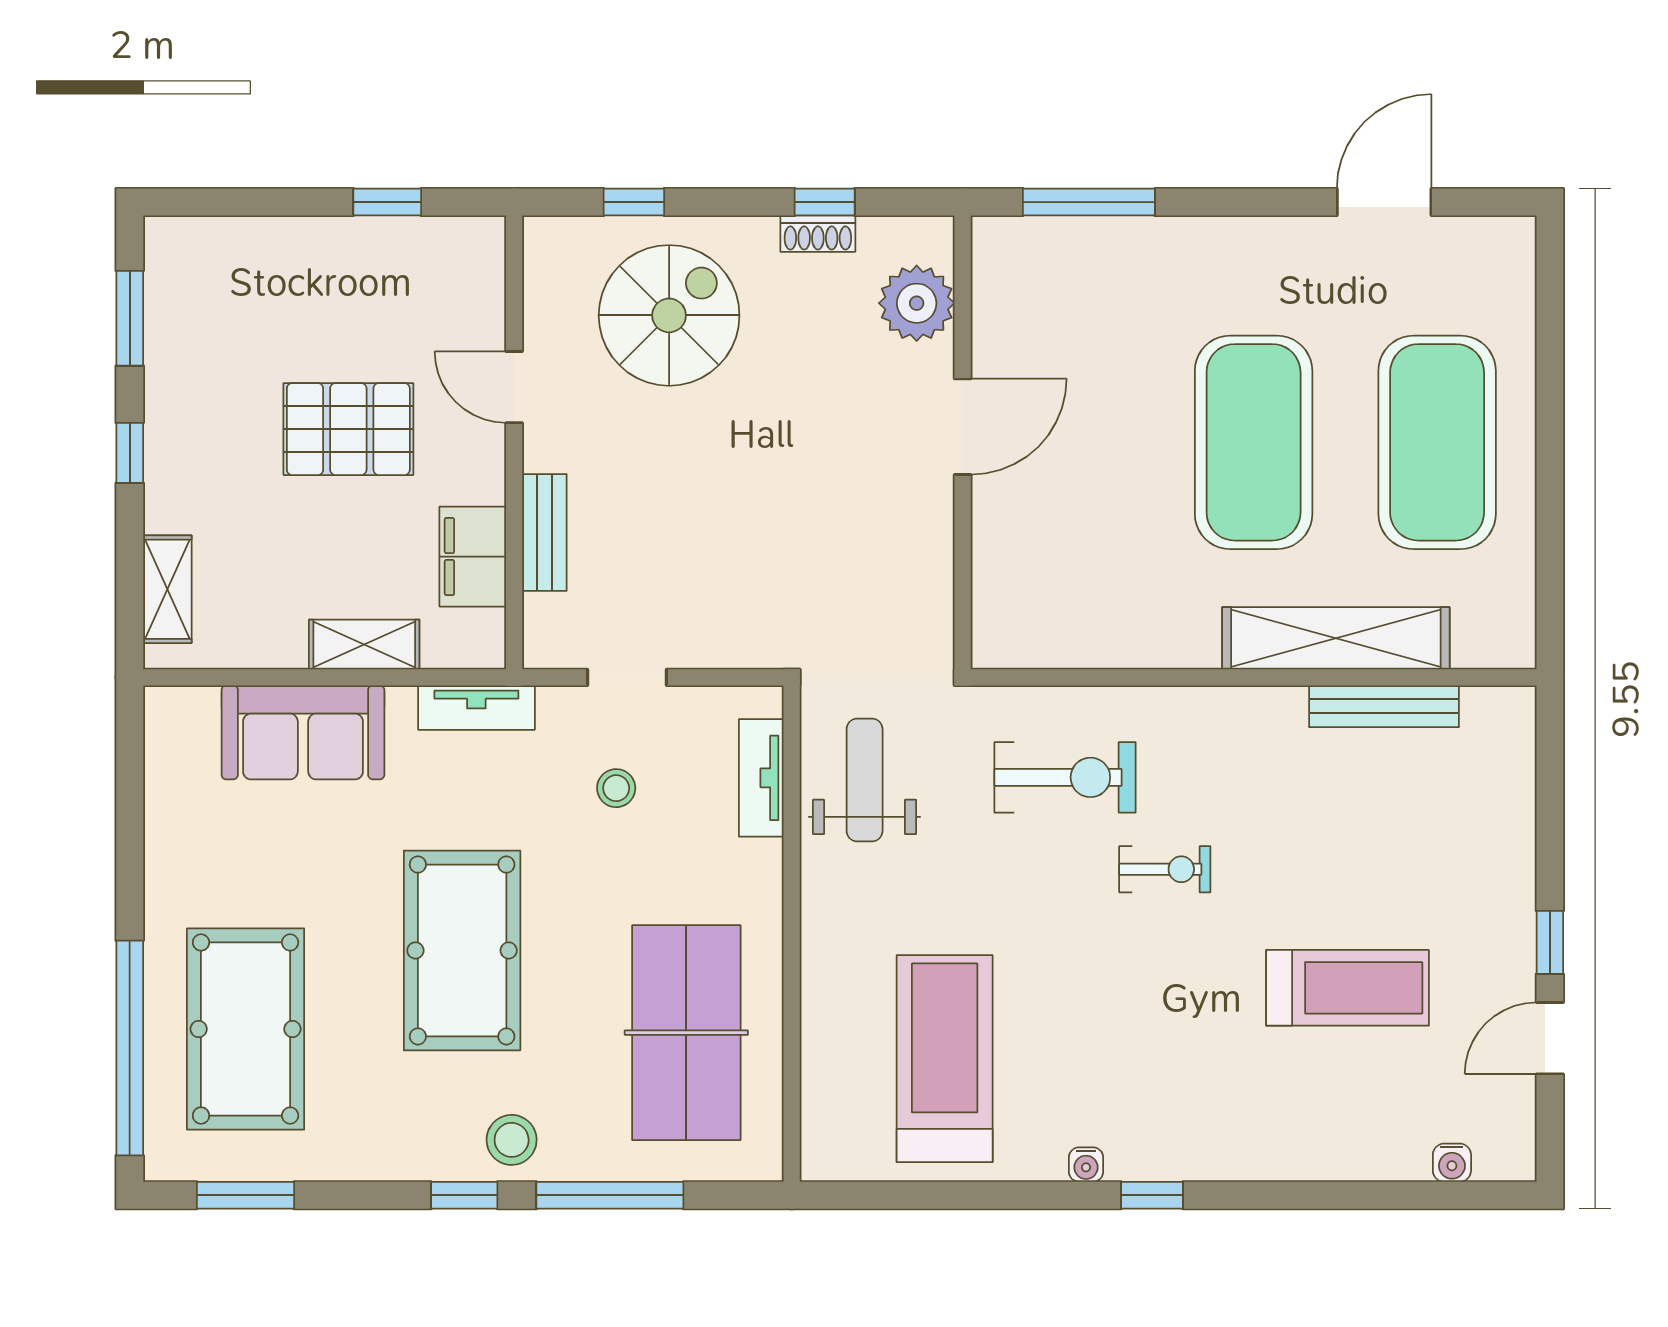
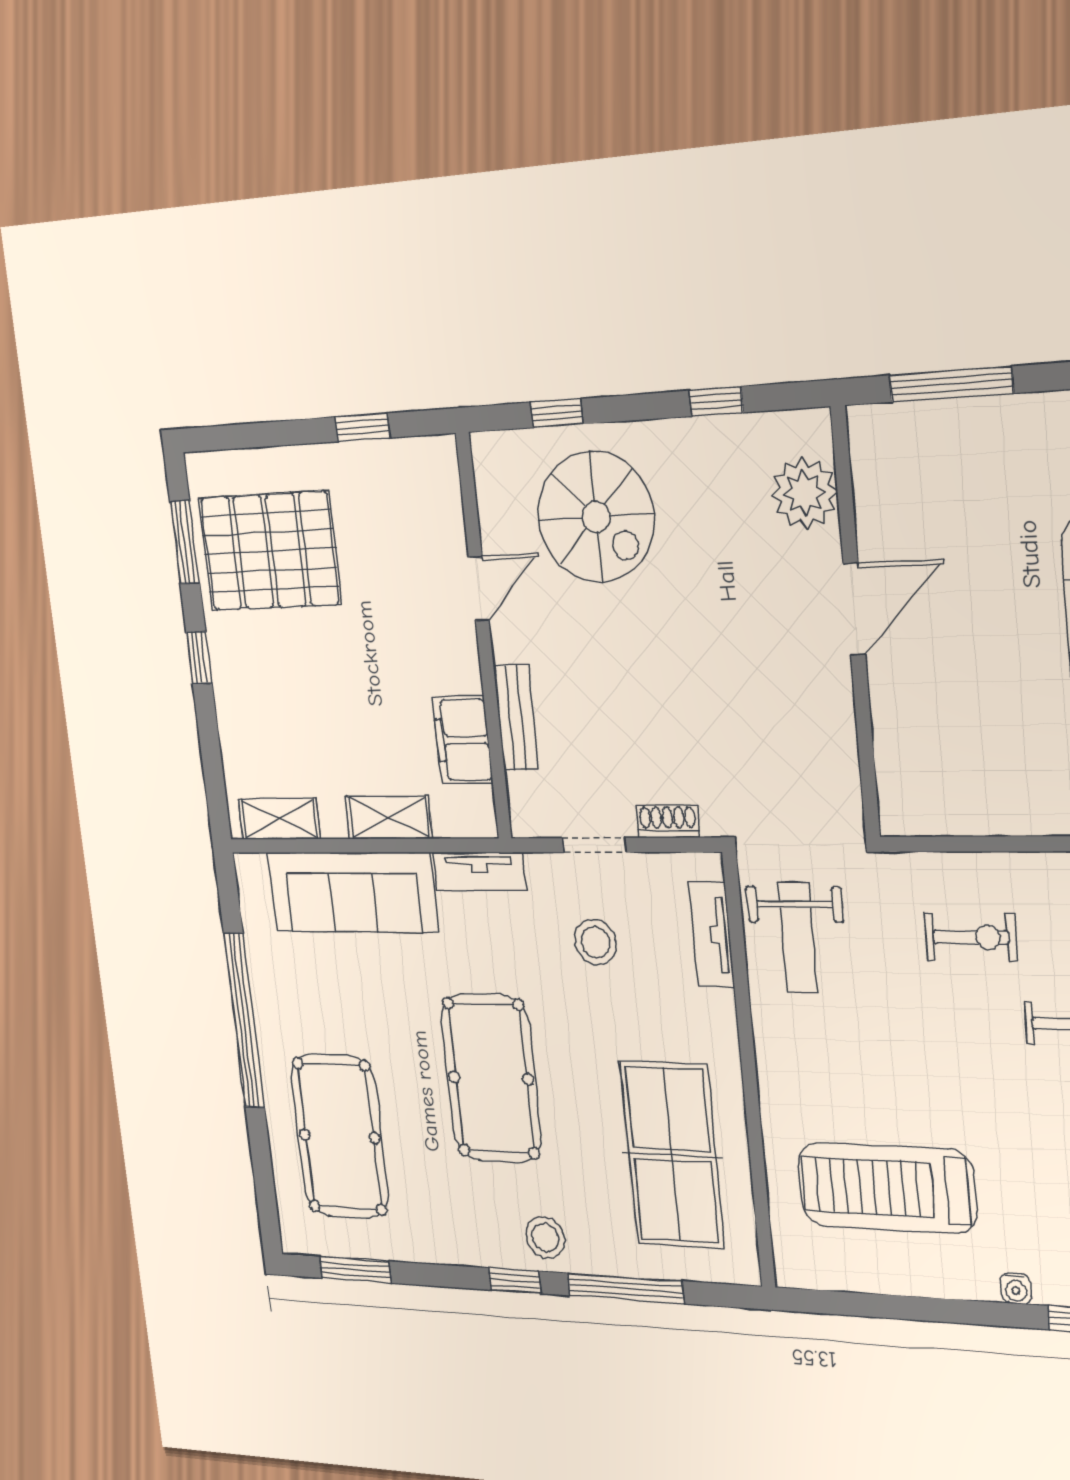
shoe rack: (818, 234) -> (668, 821), moved, turned 180
spiral stairs: (669, 315) -> (596, 517), turned 90
door: (514, 387) -> (479, 588), swing flipped
pallet: (348, 429) -> (270, 551), moved, width x1.37, depth x1.41
shelving: (167, 589) -> (279, 819), moved, turned 90
sofa: (303, 732) -> (352, 892), width x1.36
exercise bike: (1065, 777) -> (971, 937), width x0.73, depth x0.72
weight bench: (865, 780) -> (798, 938), turned 180
stool: (616, 788) -> (595, 942), width x1.37, depth x1.37
window: (130, 1048) -> (244, 1020), moved
treadmill: (945, 1059) -> (886, 1188), turned -90

